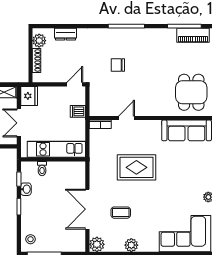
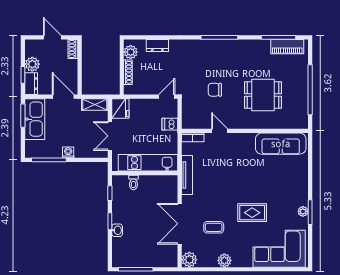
chair: (118, 65) -> (215, 90), moved
dining table: (191, 92) -> (263, 95), moved, turned 90
door: (127, 118) -> (220, 131), hinge flipped
tv unit: (95, 161) -> (187, 175), added
rug: (136, 167) -> (252, 213), moved, width x0.73, depth x0.70
washbasin: (26, 189) -> (117, 230), moved
stool: (31, 239) -> (122, 254), removed

